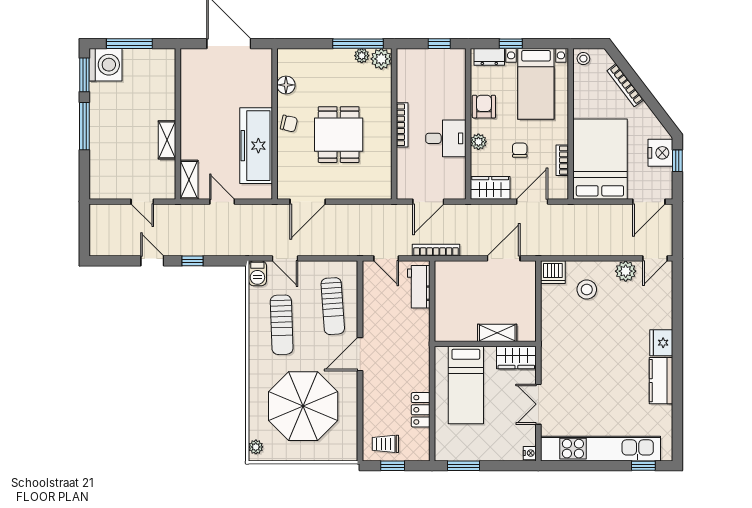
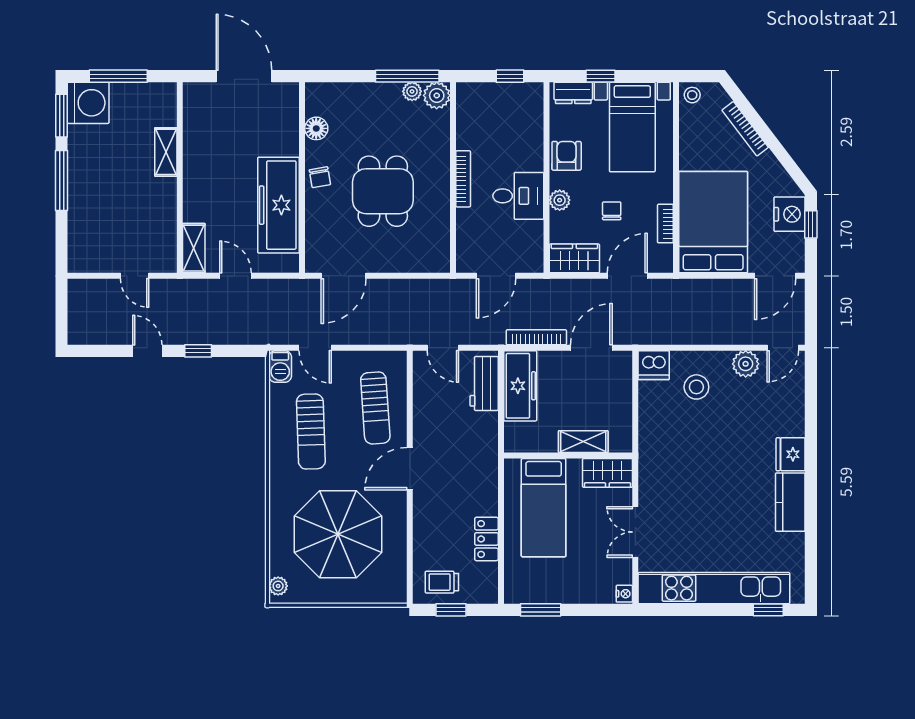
chair: (289, 124) -> (320, 177), turned 67
shelving: (167, 140) -> (166, 152), moved
bookcase: (436, 250) -> (536, 337), moved
freezer: (447, 289) -> (520, 386), added

